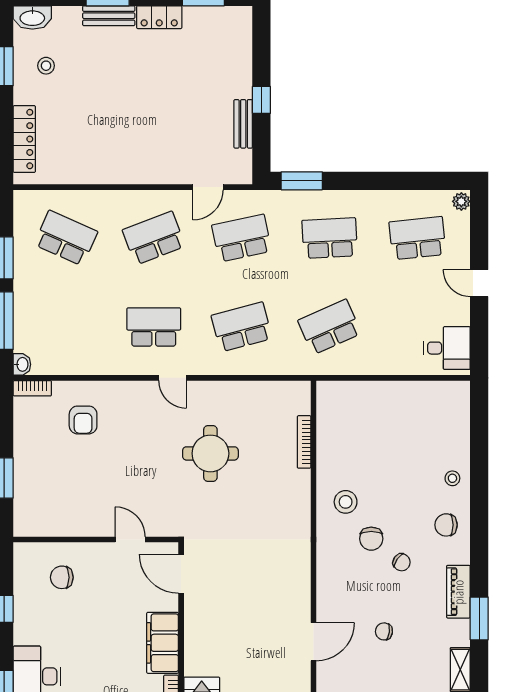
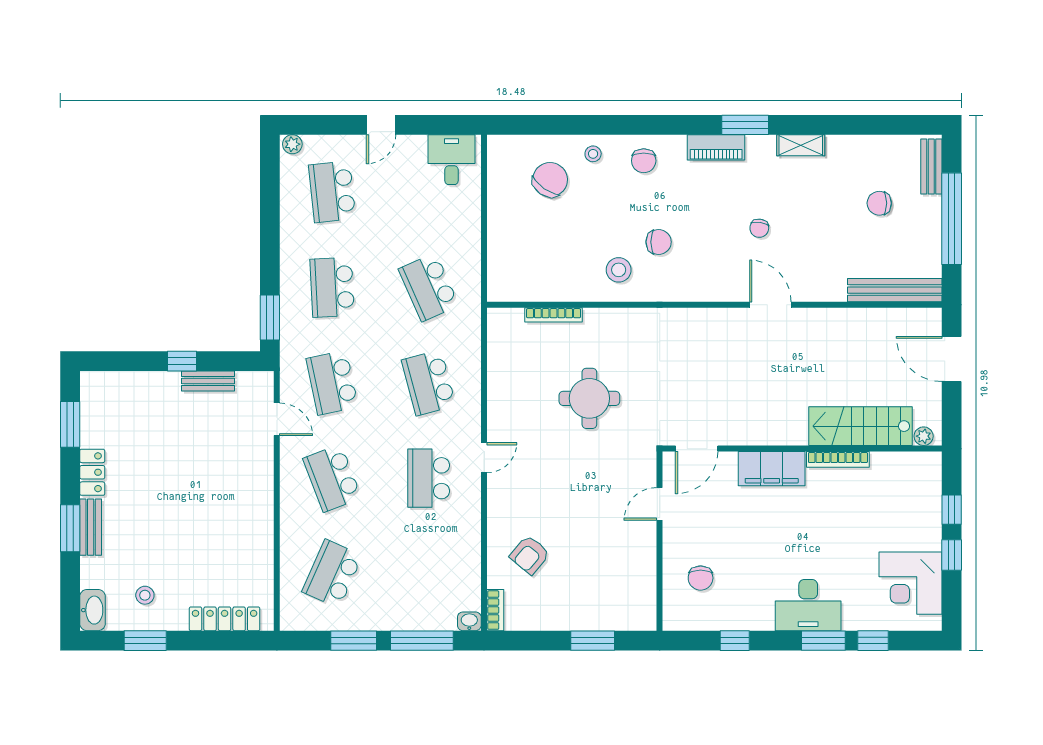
armchair: (83, 420) -> (530, 555), turned 130
round table: (210, 453) -> (589, 398), moved
chair: (402, 562) -> (550, 180), moved, width x1.87, depth x1.87

